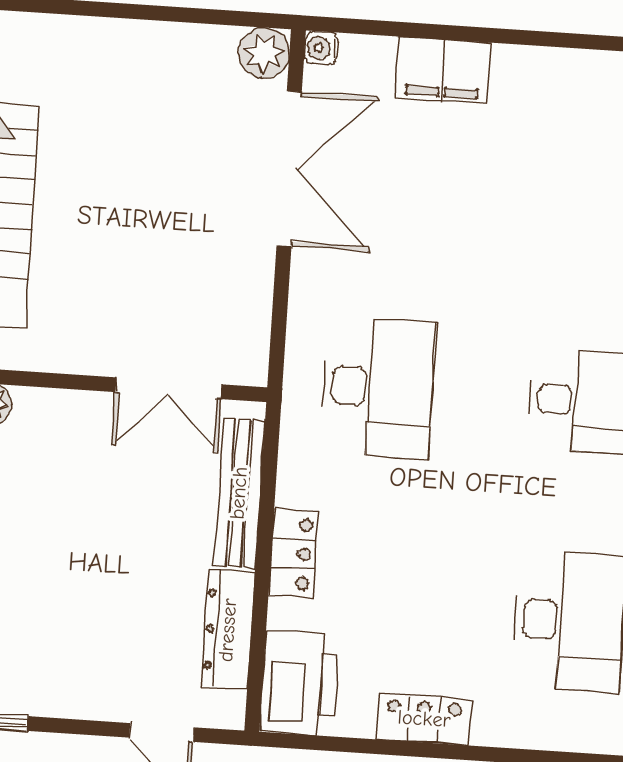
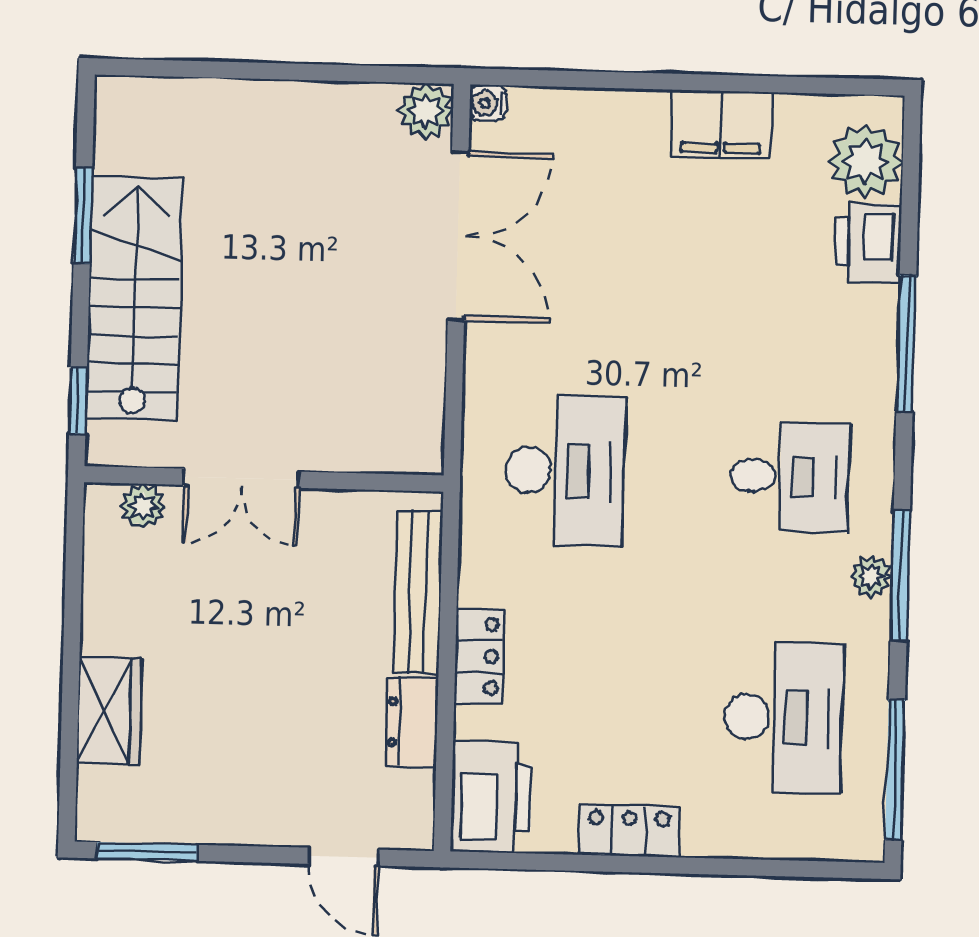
filing cabinet: (443, 70) -> (721, 124), moved
double door: (169, 388) -> (241, 478), moved
dresser: (228, 630) -> (412, 722), width x0.70

